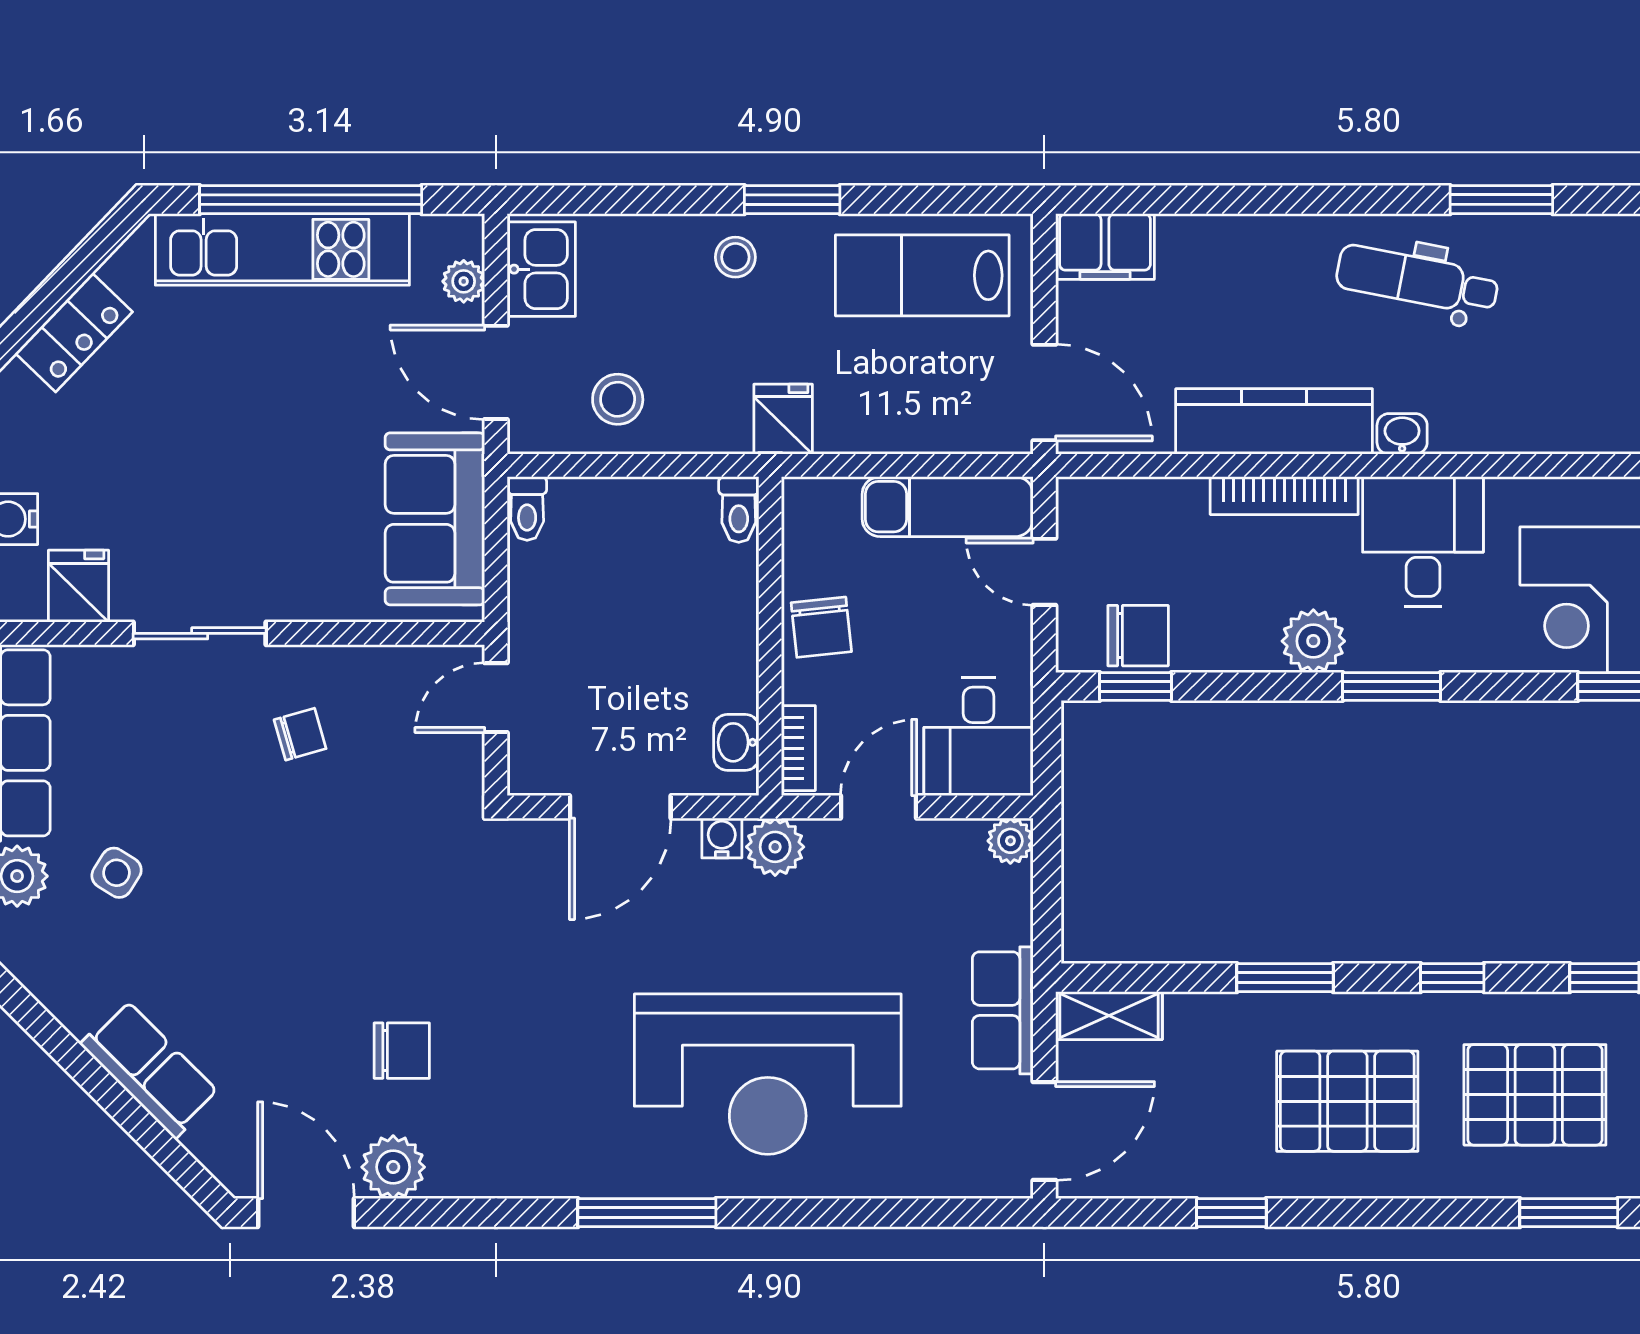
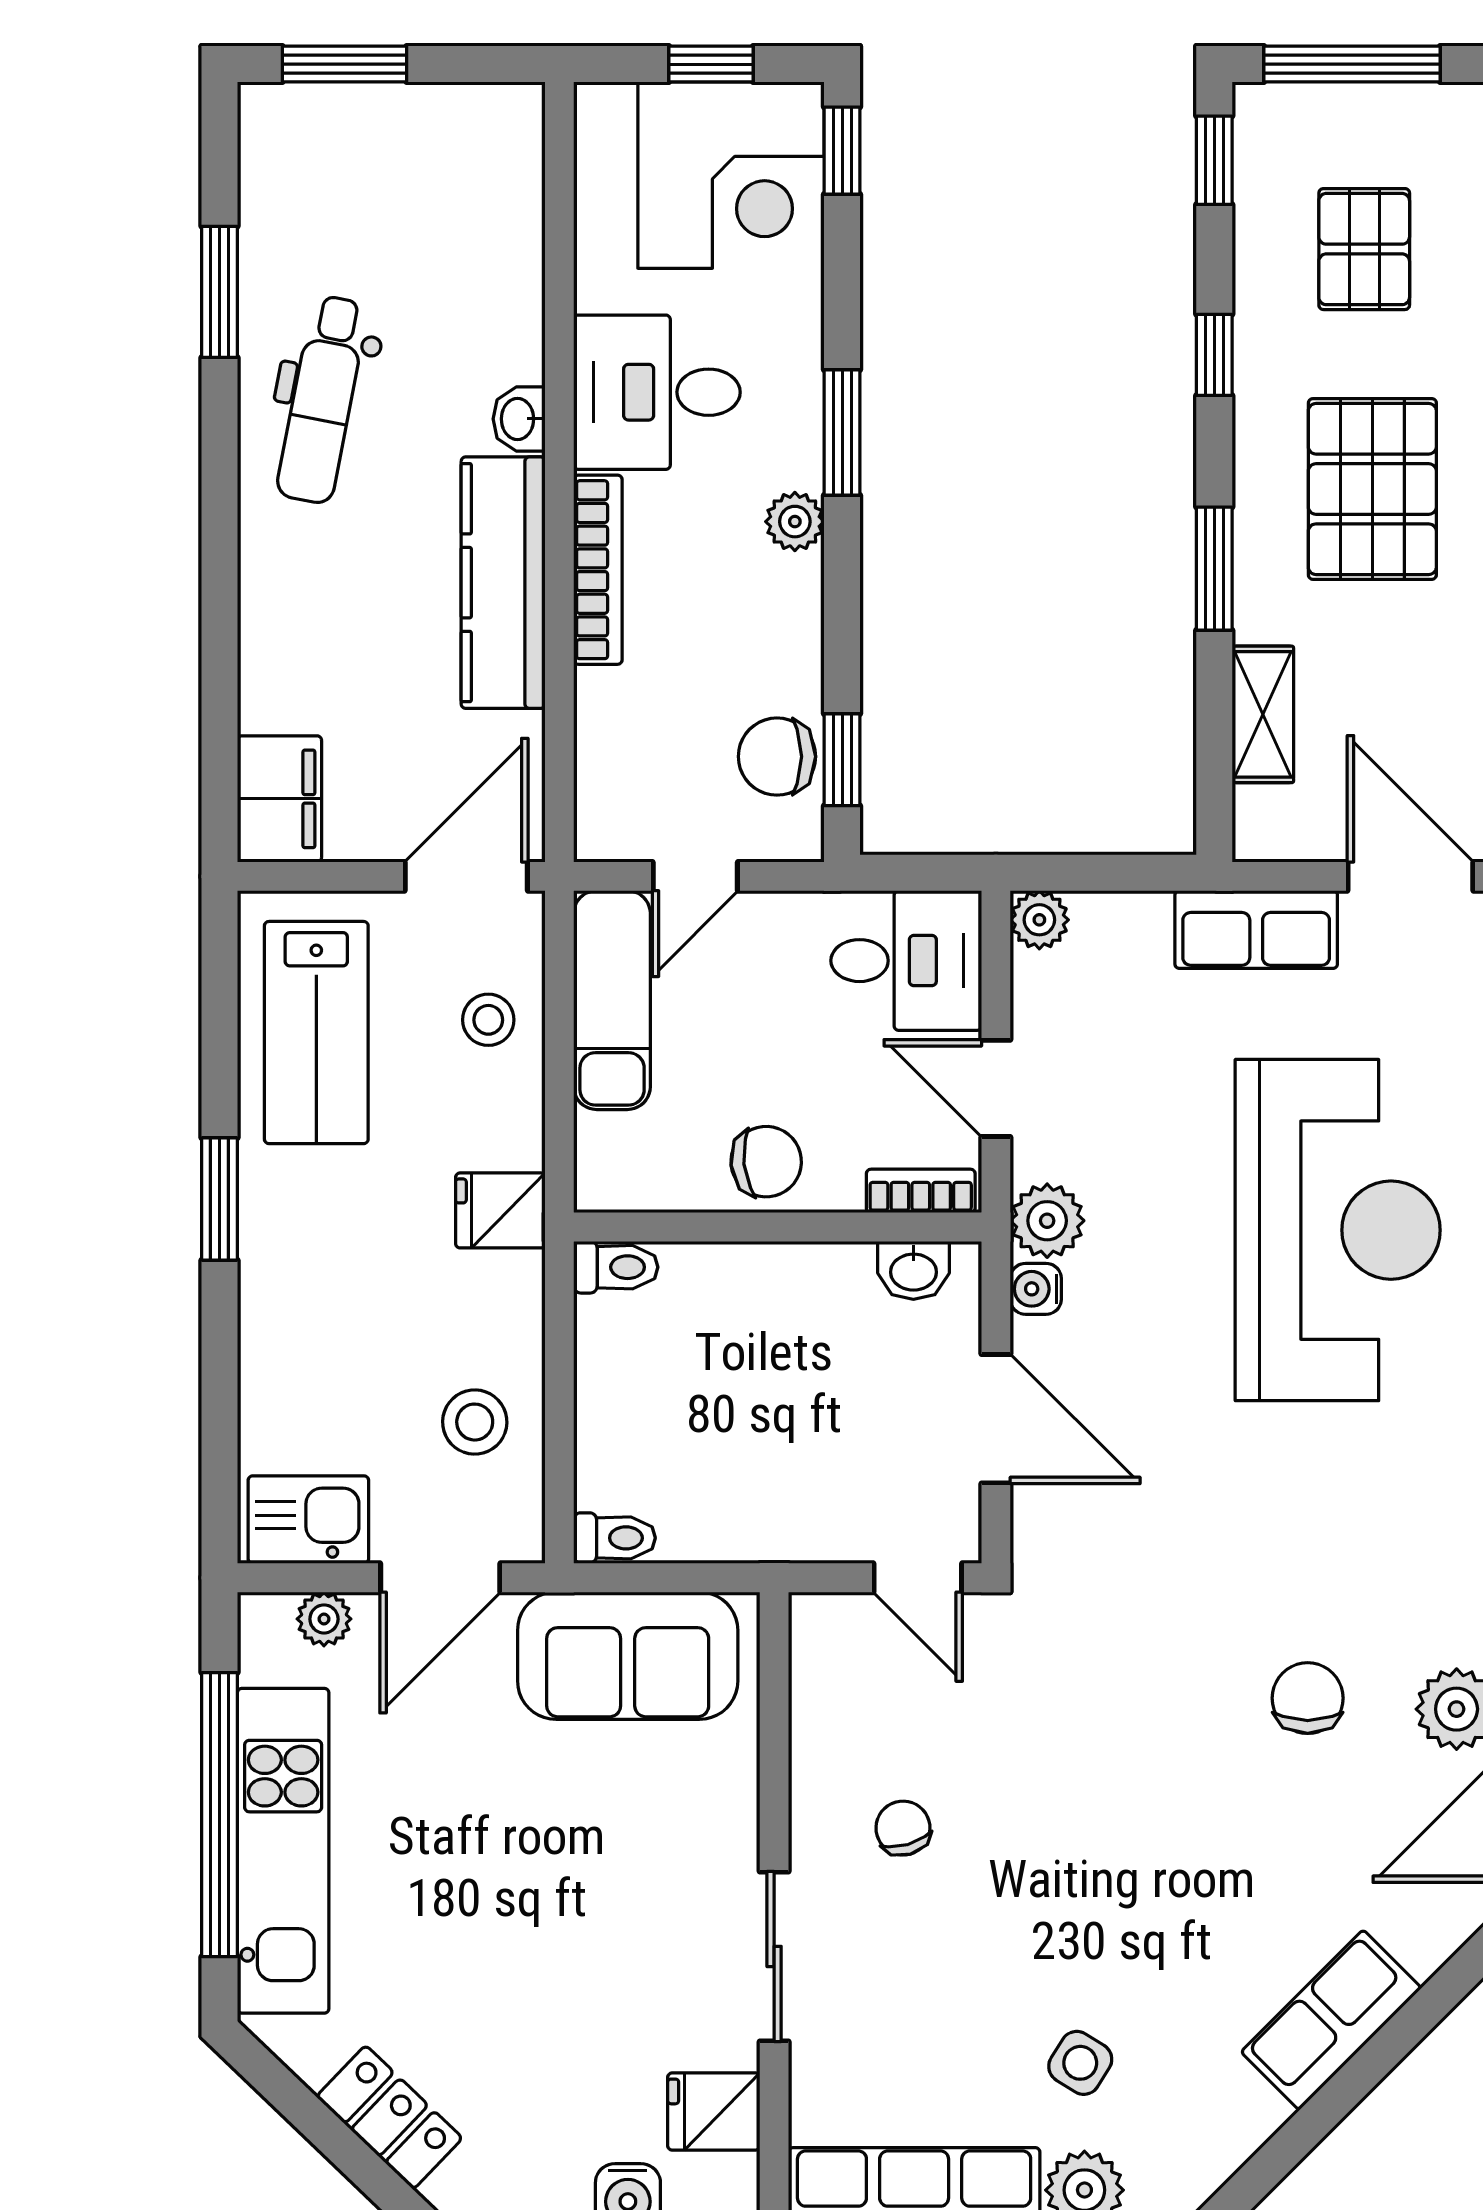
stool: (735, 257) -> (488, 1020), moved
chair: (1138, 636) -> (777, 757), turned -90
plant: (1313, 641) -> (795, 522), width x0.73, depth x0.73
door: (496, 698) -> (918, 1578), moved
shelving: (1109, 1016) -> (1263, 714), moved
pallet: (1535, 1095) -> (1364, 249), width x0.67, depth x0.71

